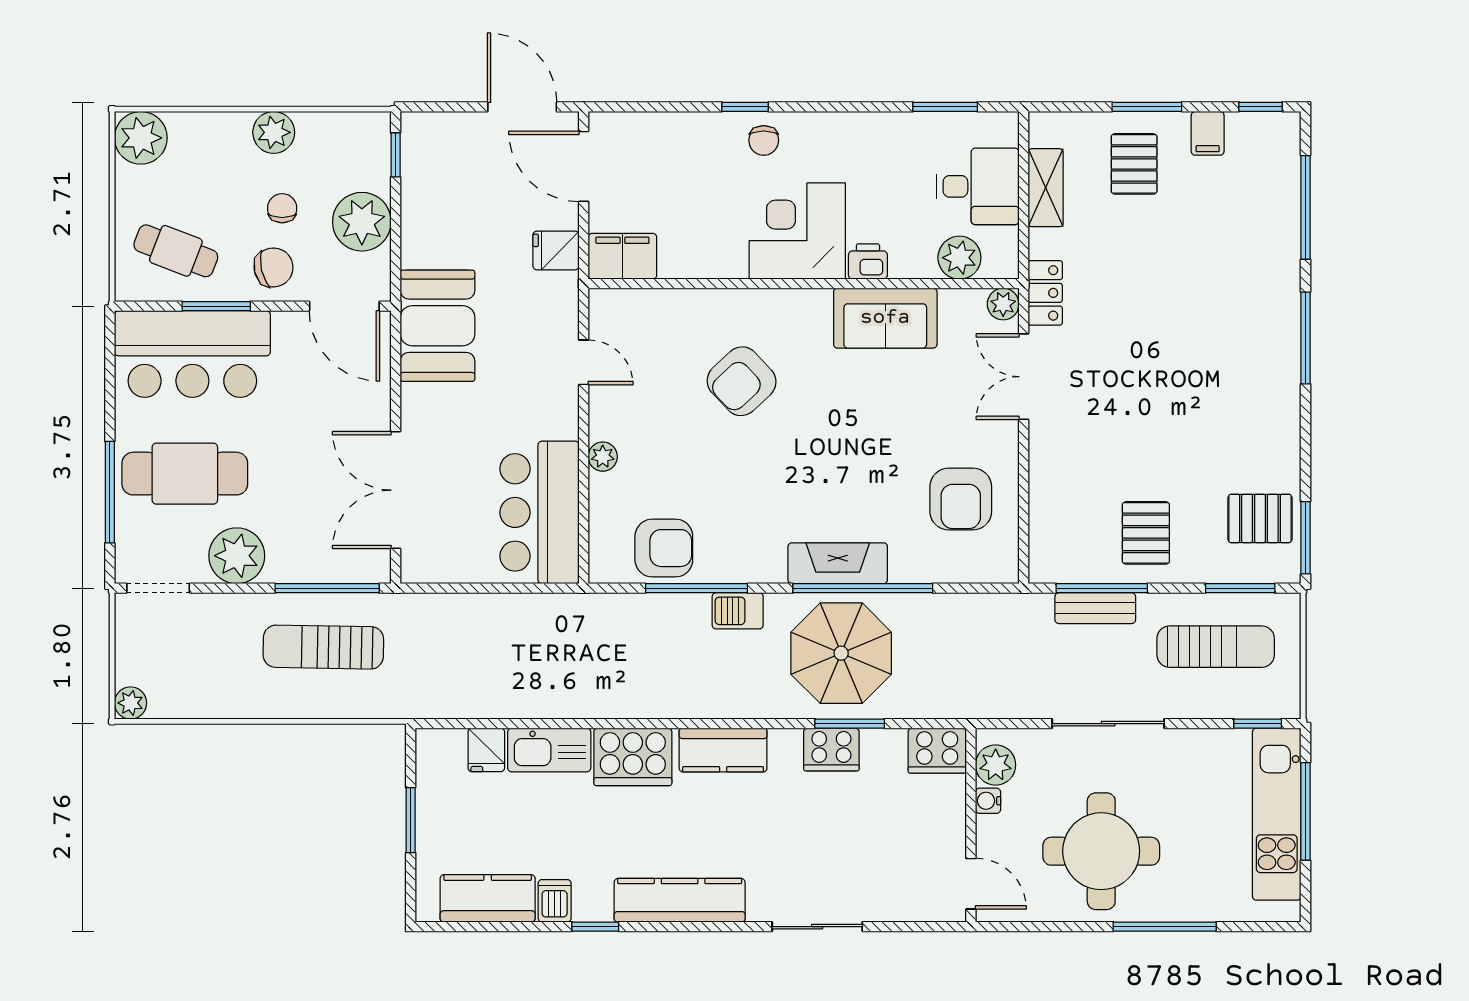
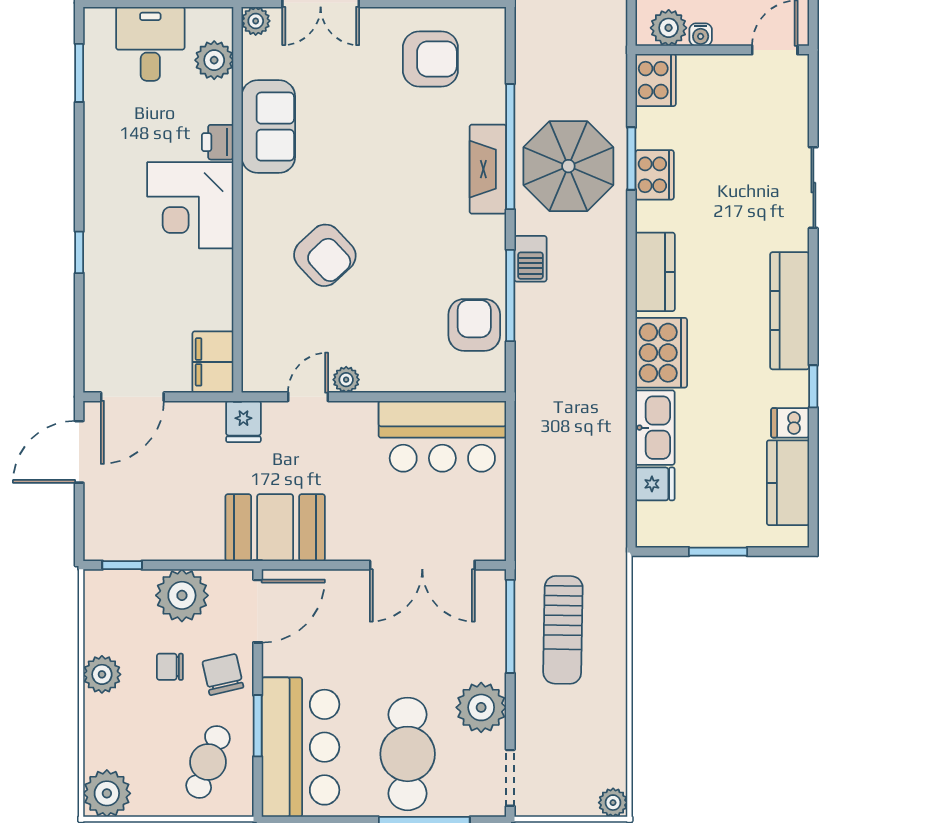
chair: (764, 140) -> (109, 235), removed
fridge: (556, 250) -> (243, 421), moved
plant: (603, 457) -> (346, 380), moved

